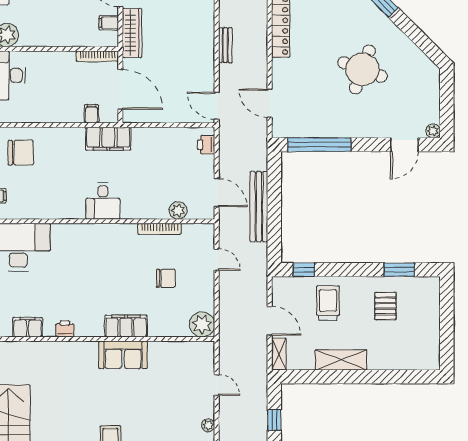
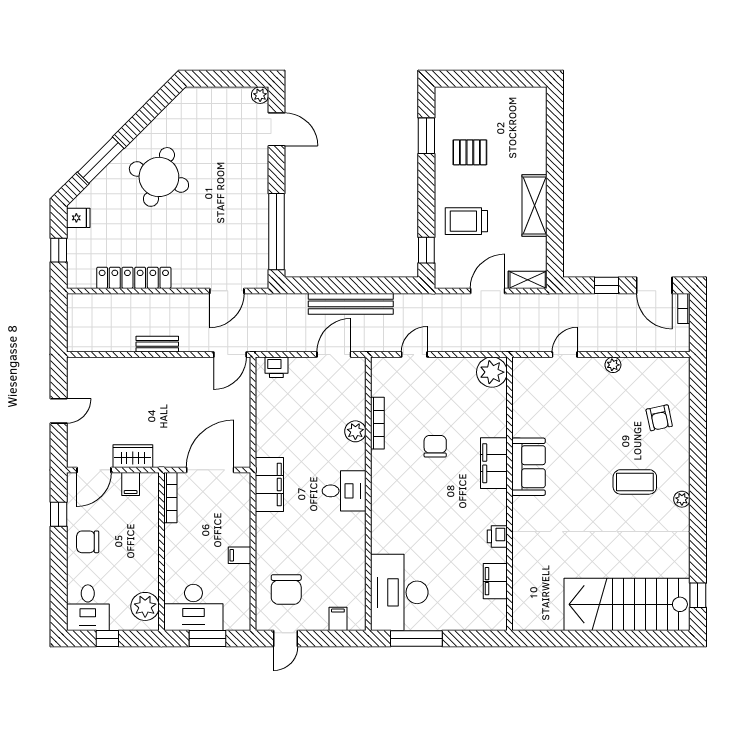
wardrobe: (132, 33) -> (133, 456), width x0.67
round table: (362, 69) -> (159, 177), moved
filing cabinet: (91, 114) -> (240, 555), moved
chair: (21, 153) -> (286, 589), turned 180
plant: (178, 210) -> (355, 431), moved
chair: (166, 278) -> (435, 446), moved

